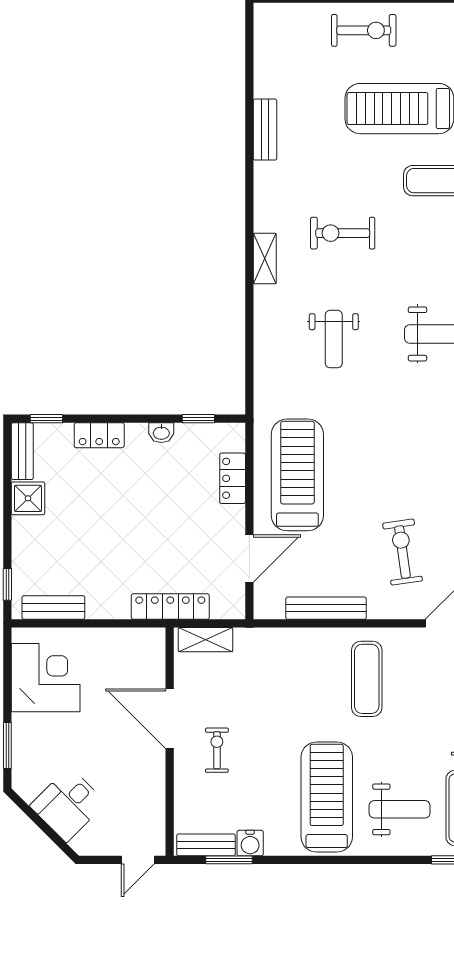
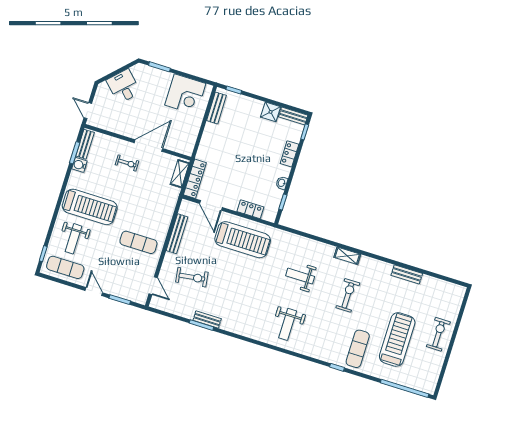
exercise bike: (364, 30) -> (438, 334), turned 180
locker: (170, 607) -> (195, 179), moved

